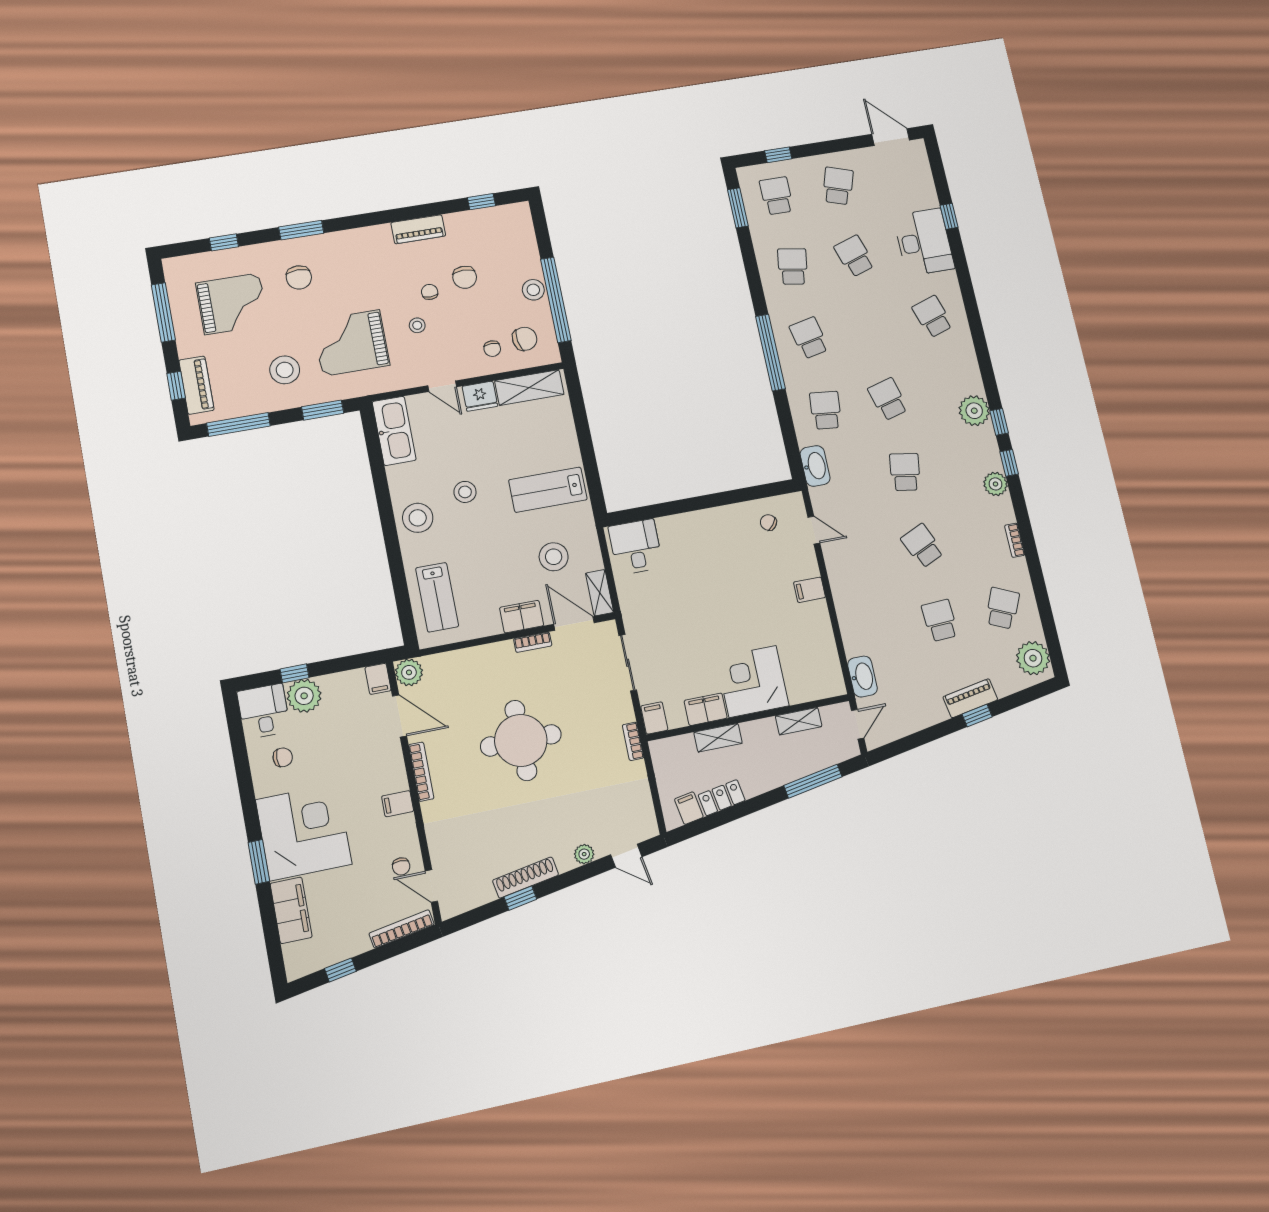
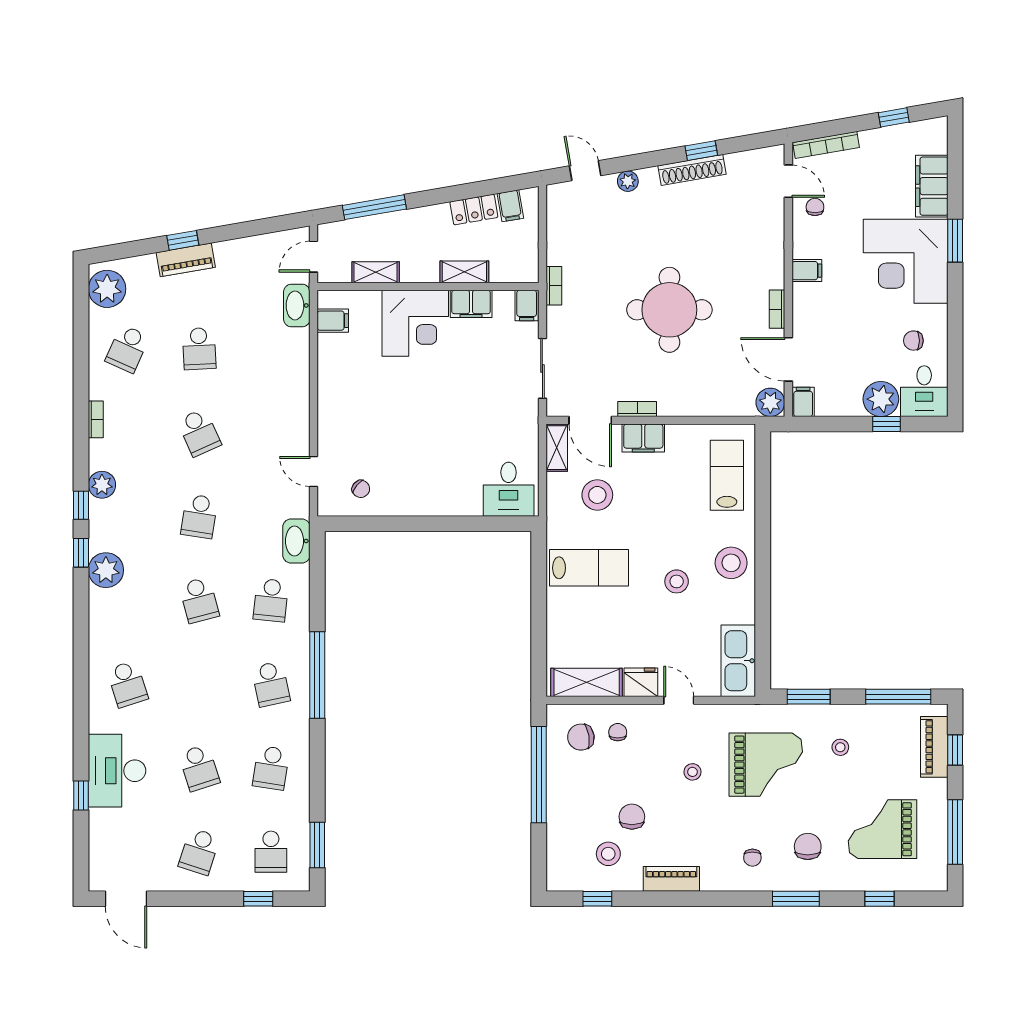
stool: (533, 290) -> (608, 854), moved
chair: (430, 292) -> (752, 858), moved
stool: (285, 370) -> (840, 747), width x0.53, depth x0.53
filing cabinet: (809, 590) -> (333, 321), moved
bookcase: (421, 772) -> (777, 309), width x0.64

